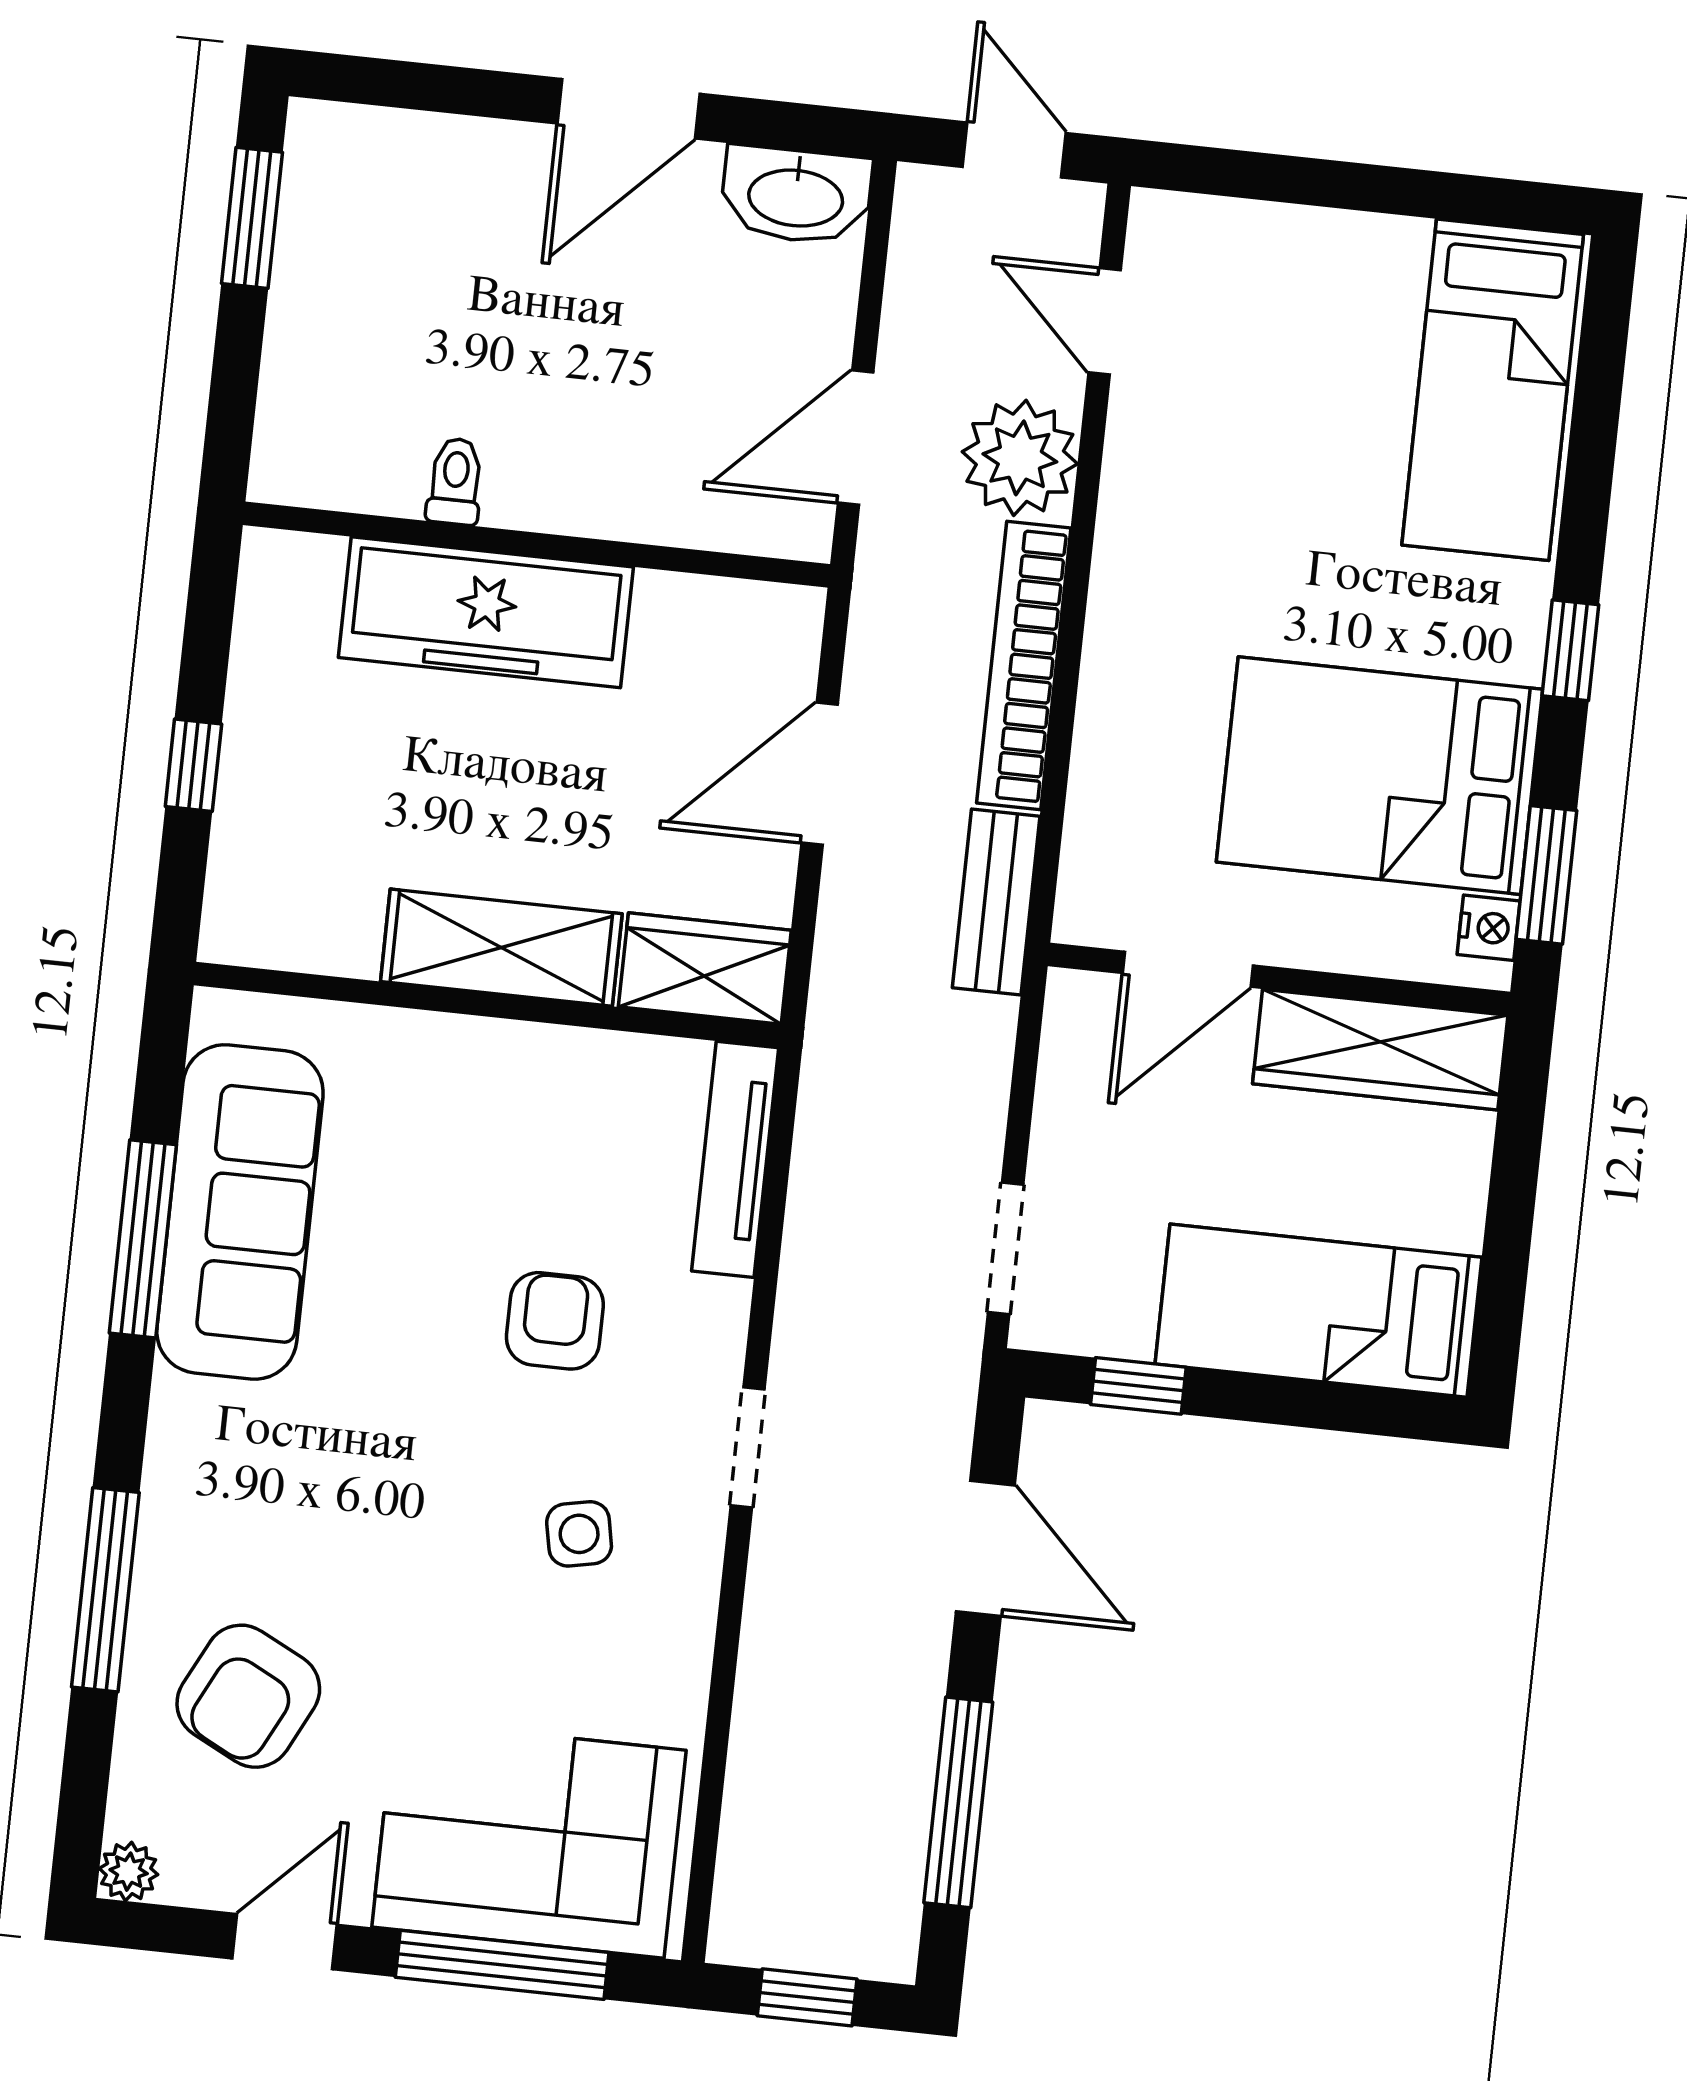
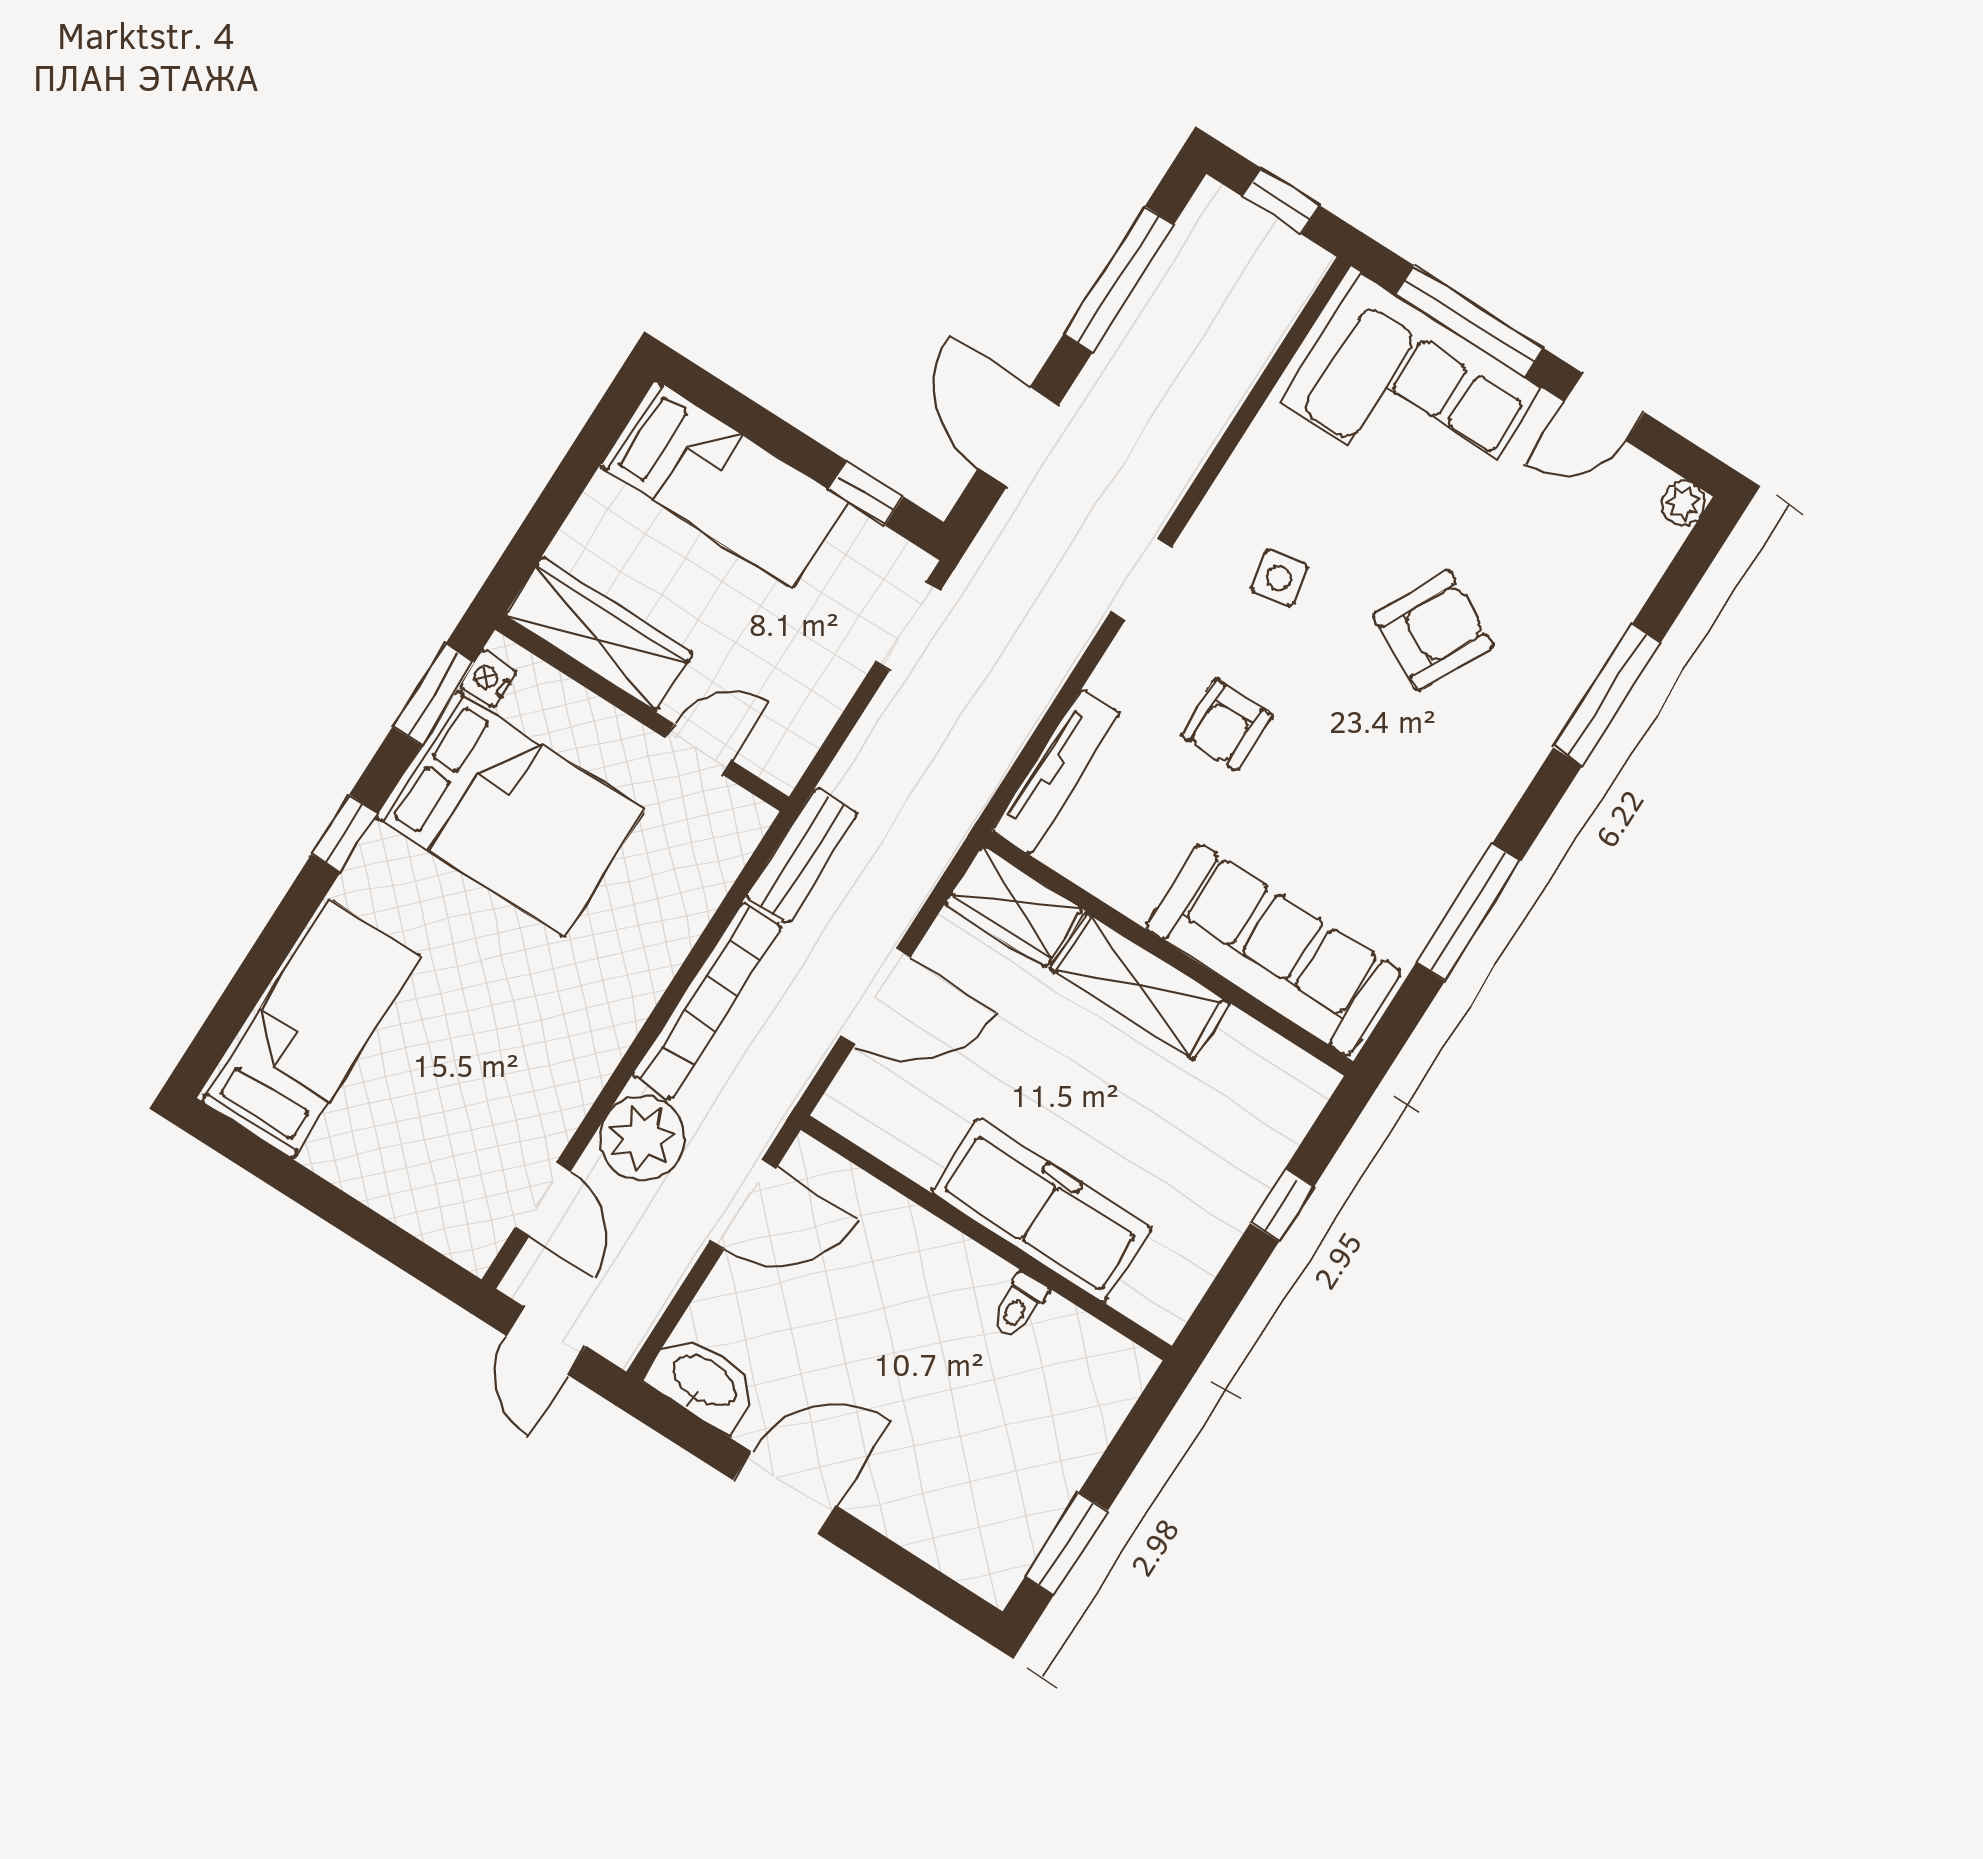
door: (1188, 969) -> (698, 749), width x0.73
sofa: (240, 1212) -> (1274, 950), moved, turned 90
armchair: (248, 1696) -> (1433, 630), moved

